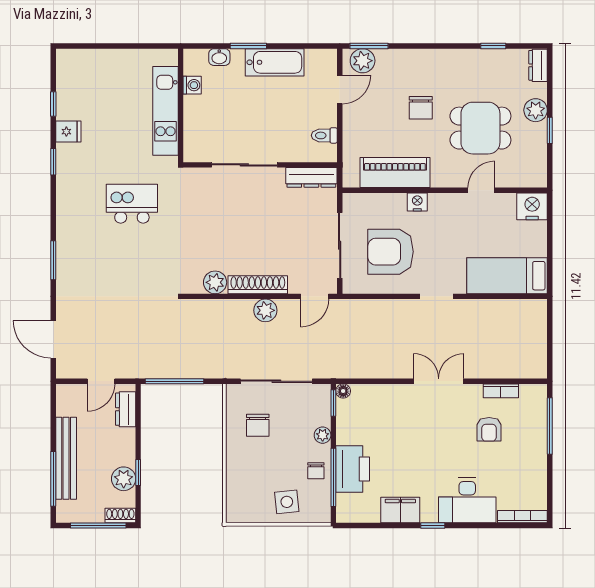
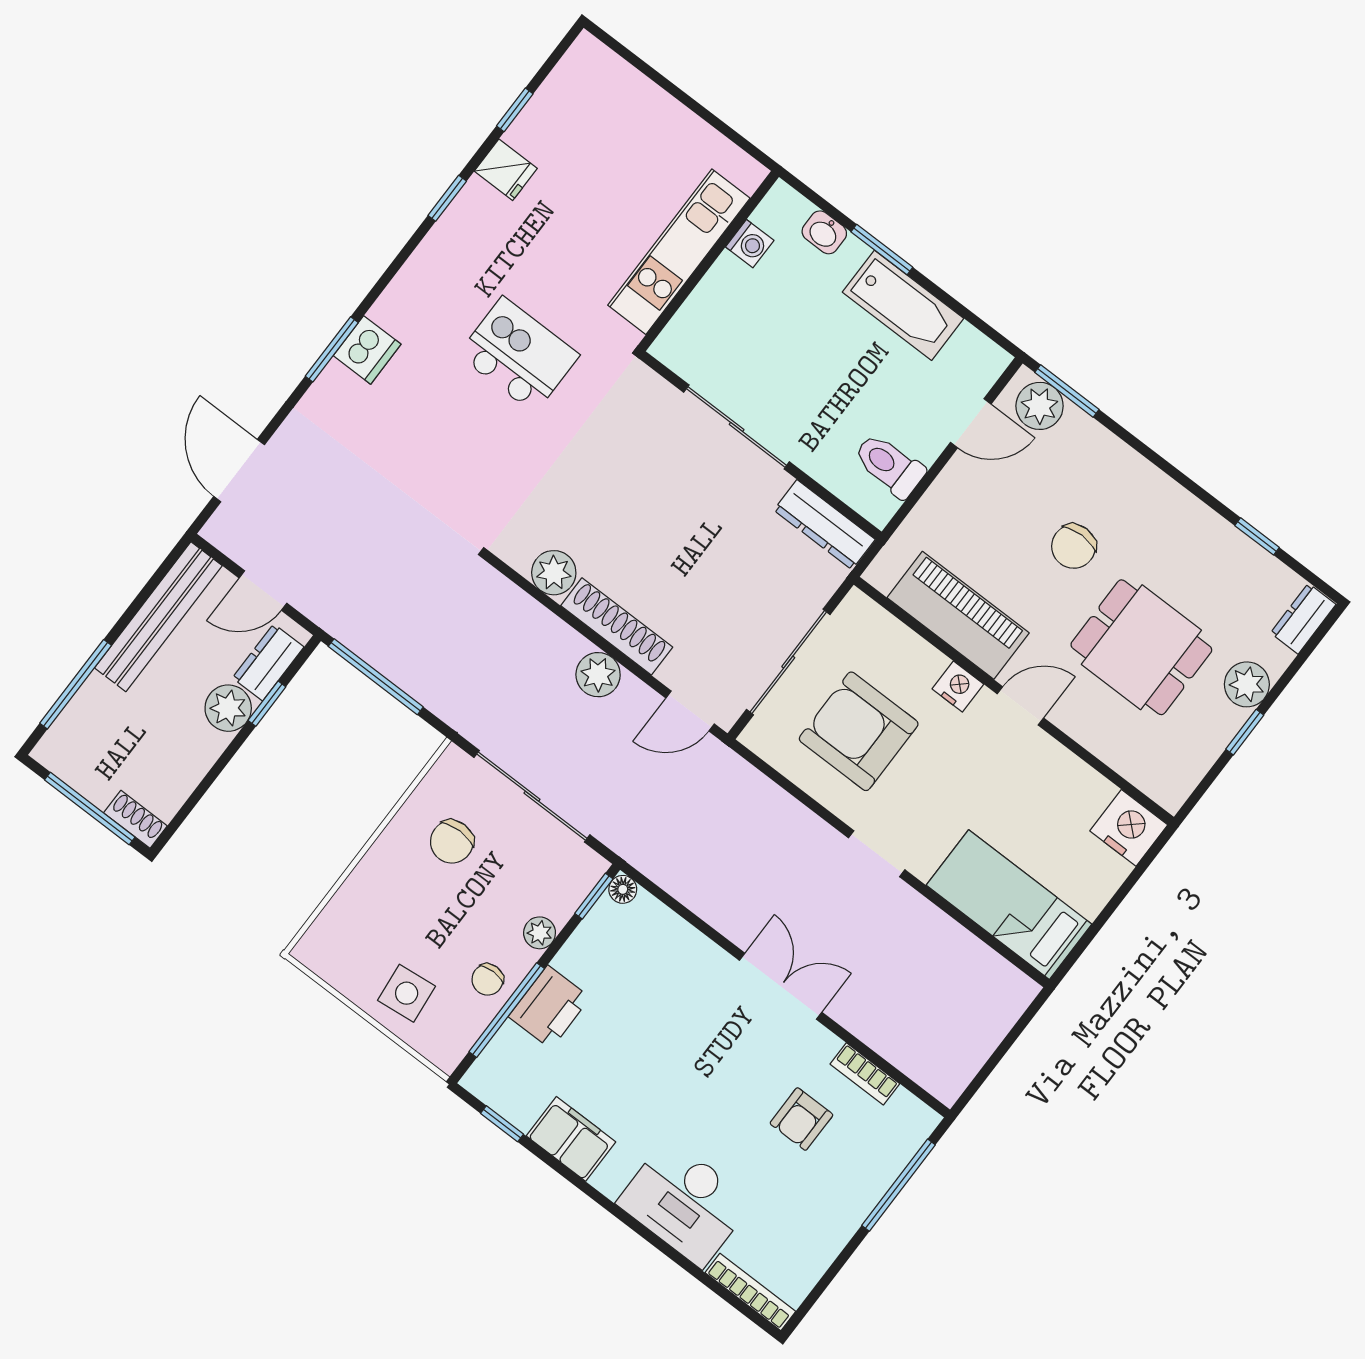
toilet: (324, 135) -> (889, 465), width x1.37, depth x1.39
door: (481, 190) -> (1020, 706), moved
dishwasher: (68, 249) -> (367, 350), added
bench: (66, 458) -> (158, 617), moved
printer: (353, 469) -> (549, 1007), width x0.73, depth x0.84
window: (138, 472) -> (267, 704), moved
plant: (124, 479) -> (228, 708), moved
window: (433, 526) -> (502, 1124), moved

